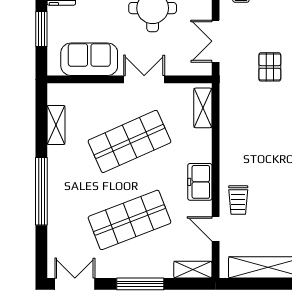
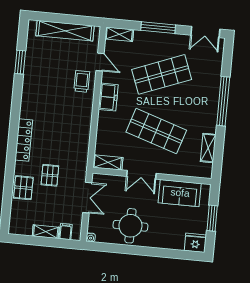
shelving: (203, 108) -> (108, 162), moved, turned 90
shop shelf: (129, 141) -> (156, 131), turned 42

